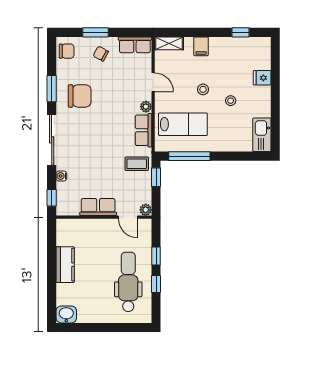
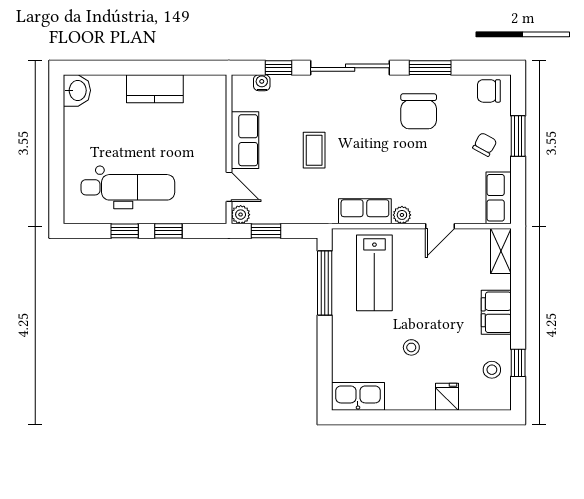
filing cabinet: (201, 46) -> (496, 312), width x2.00
chair: (67, 51) -> (489, 91), turned 90
stool: (203, 89) -> (492, 370), moved
coffee table: (137, 164) -> (314, 150), moved
water cooler: (61, 176) -> (262, 83), moved
window: (156, 177) -> (266, 231), moved
window: (52, 198) -> (279, 68), moved
door: (128, 217) -> (229, 187), swing flipped

